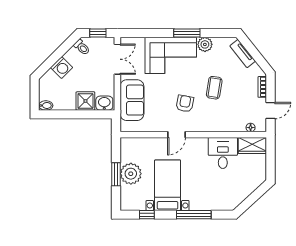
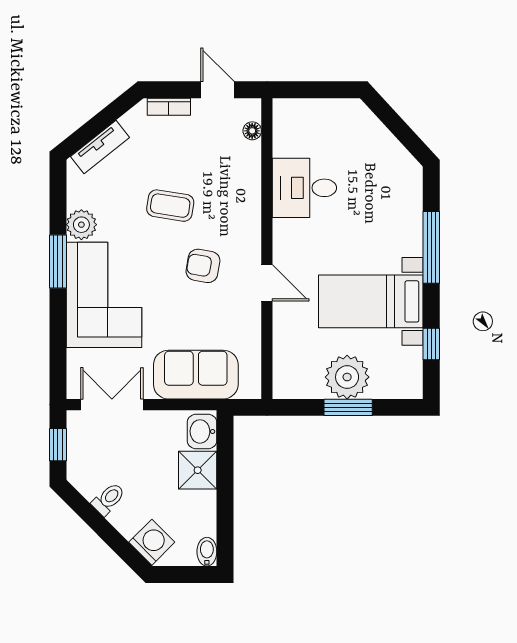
toilet: (82, 47) -> (108, 499), moved
washing machine: (62, 67) -> (152, 542), moved
wardrobe: (252, 146) -> (289, 127), removed

